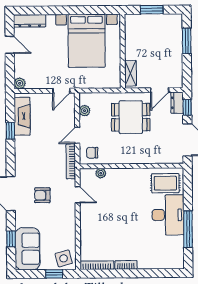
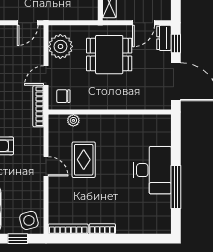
plant: (85, 111) -> (60, 46), width x1.87, depth x1.87
rug: (165, 183) -> (84, 160), moved, turned 90
door: (78, 195) -> (46, 166), moved

